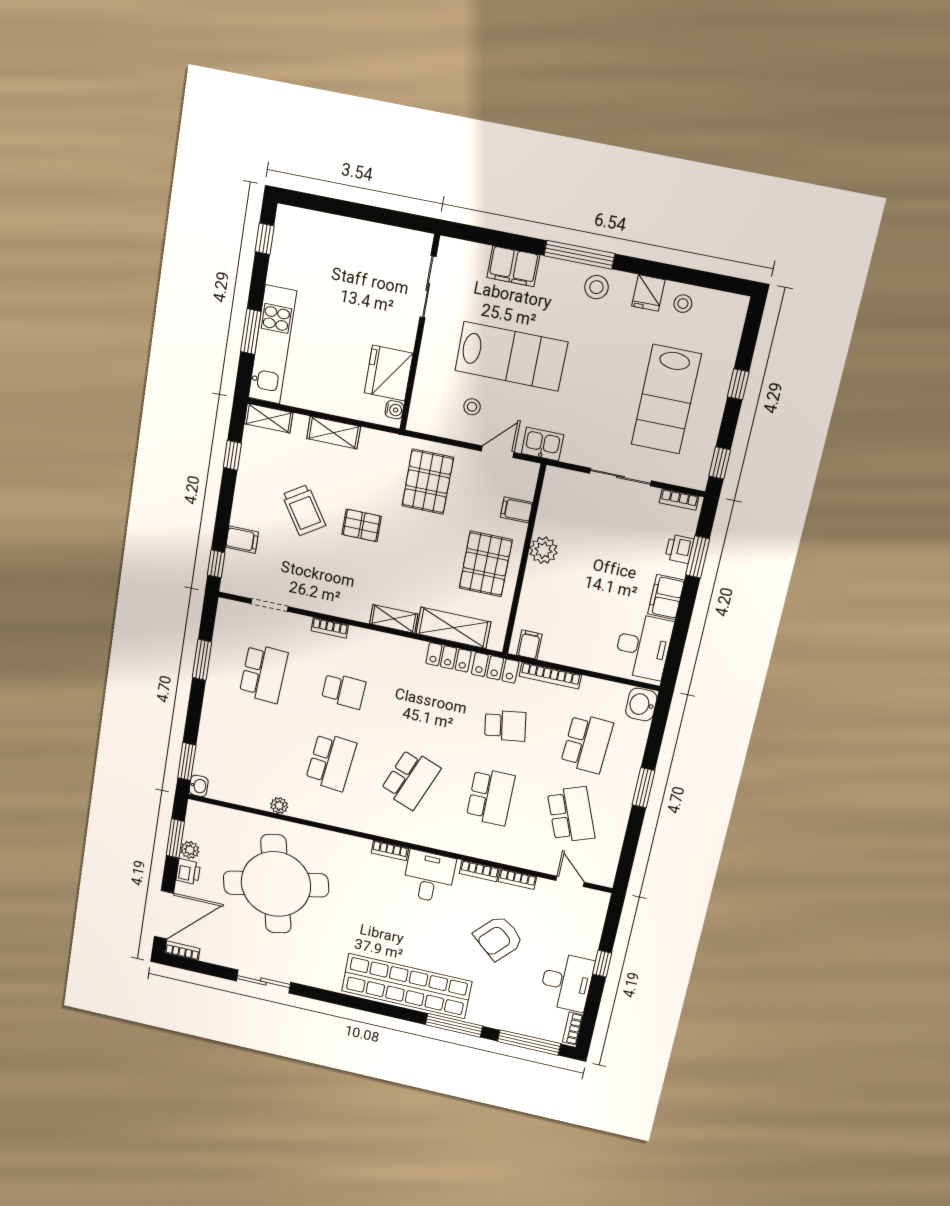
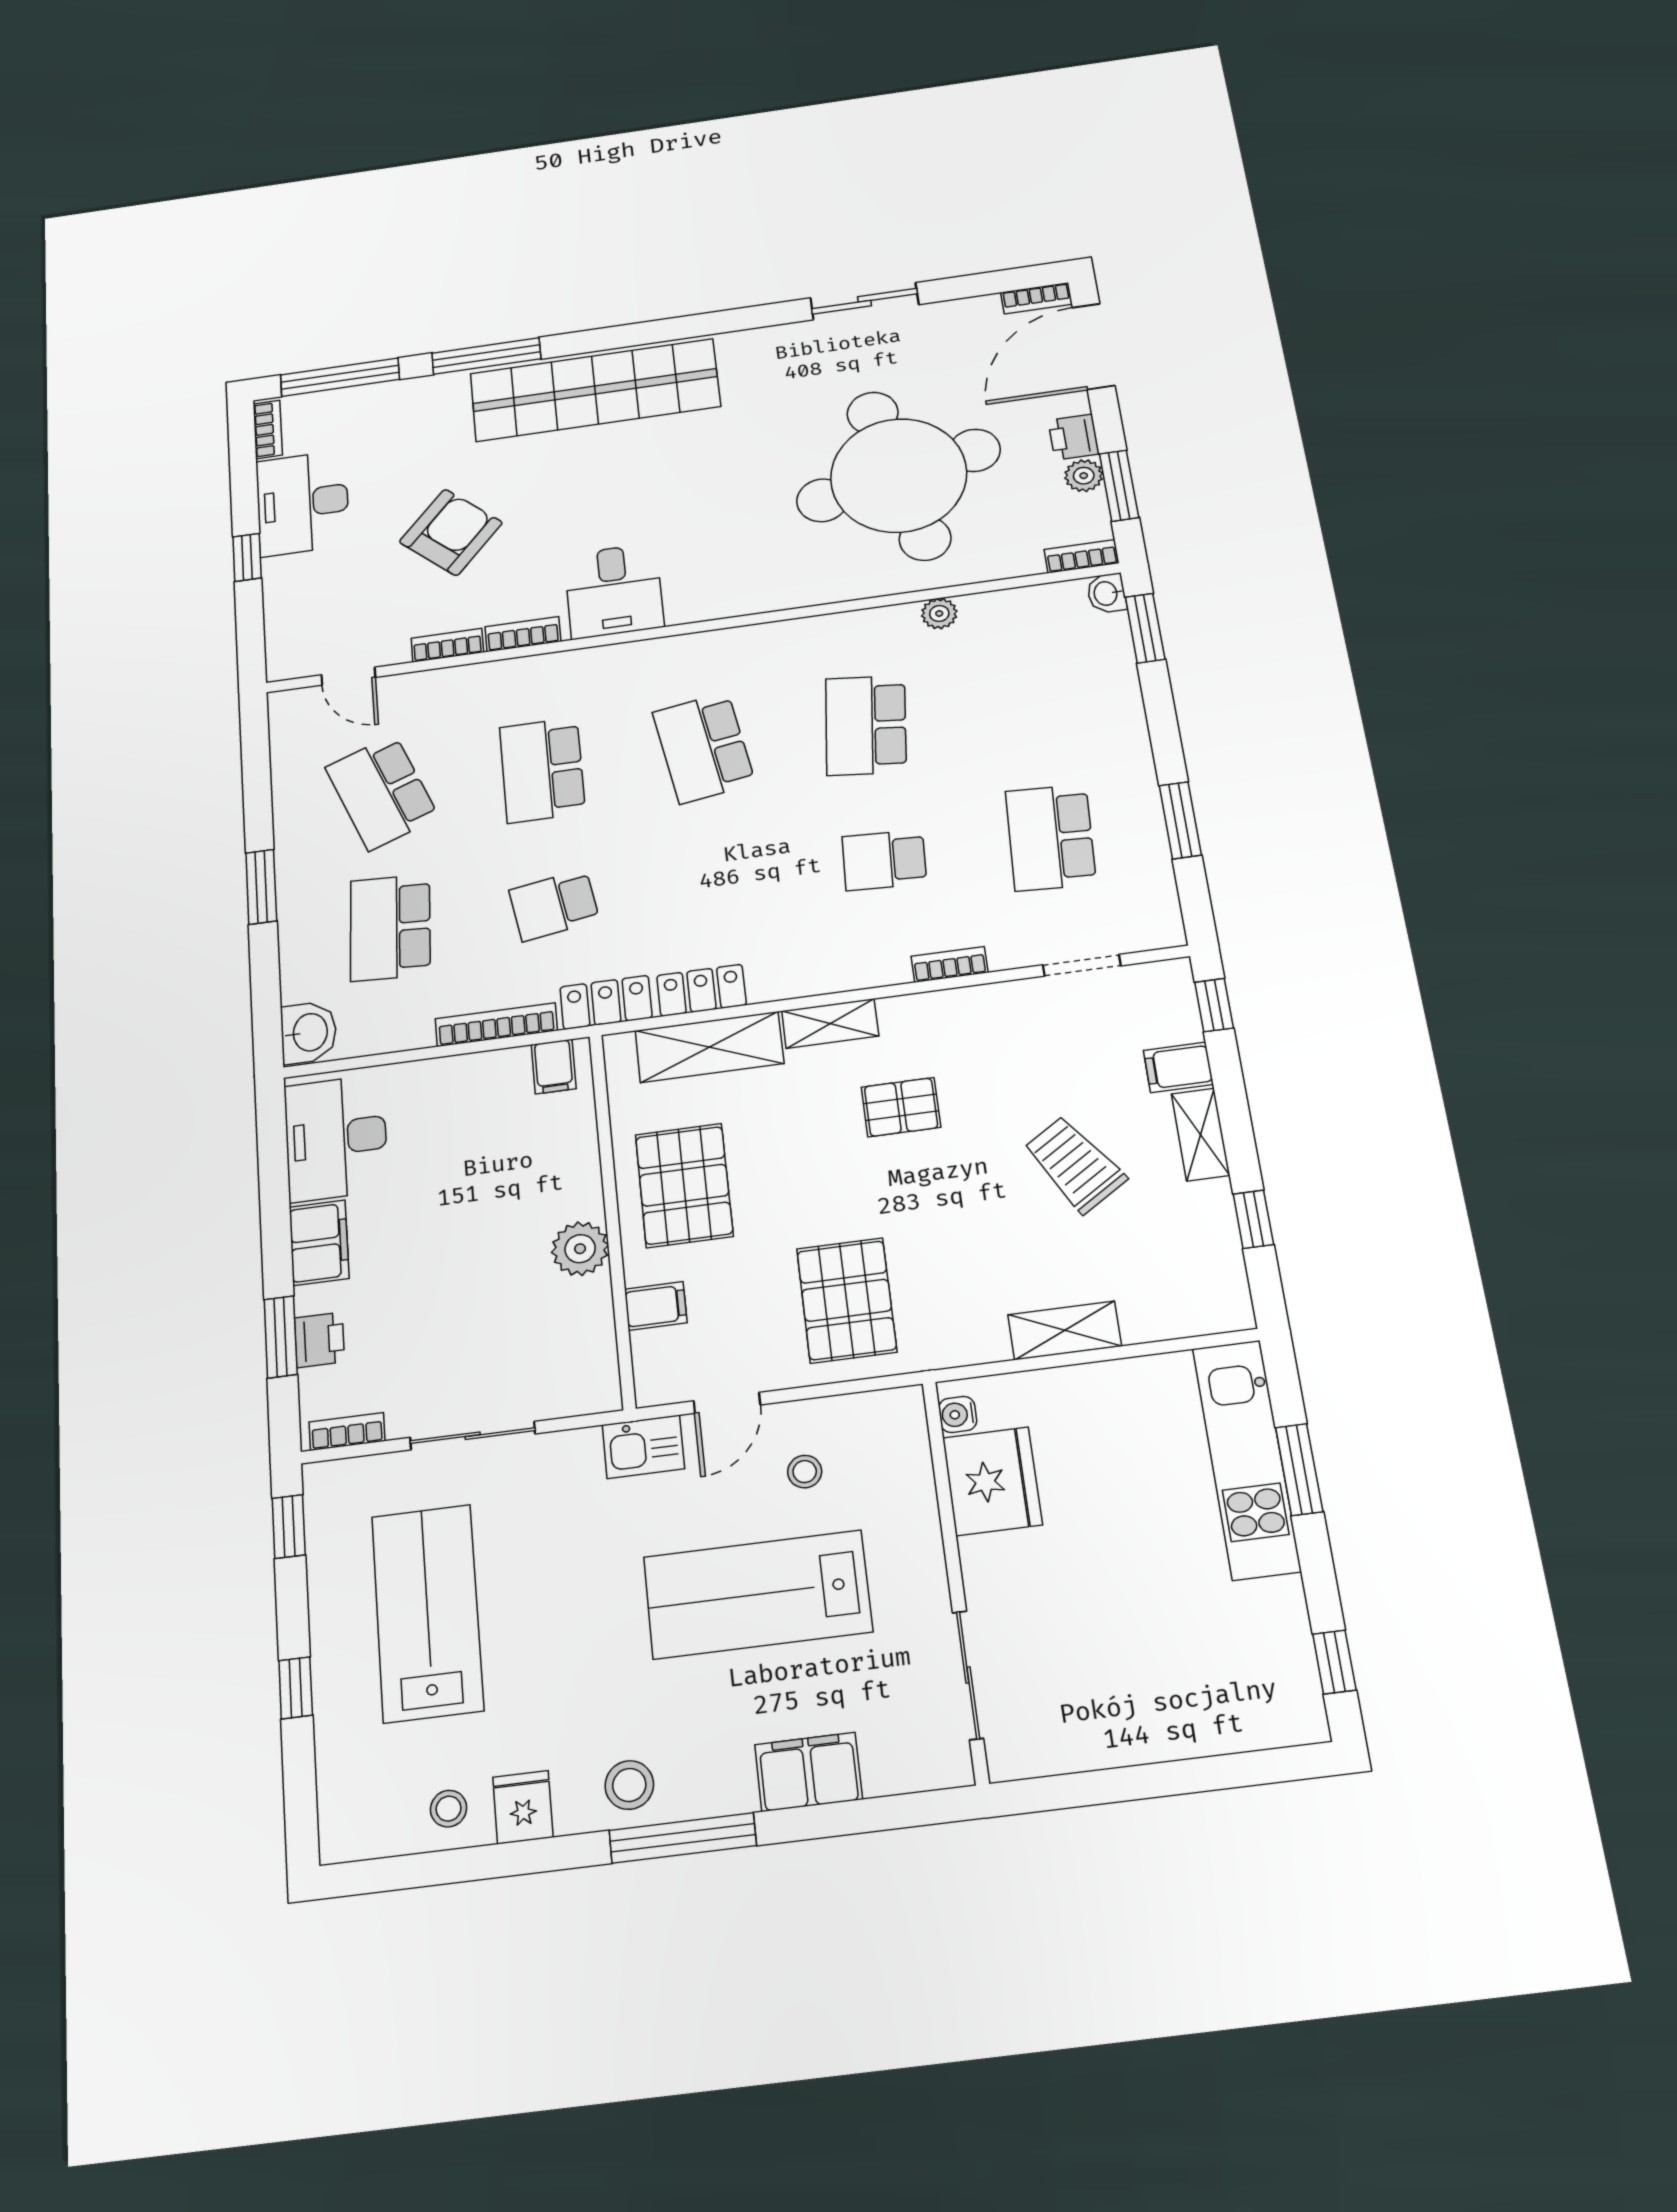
shelving: (269, 418) -> (1200, 1134), moved, turned 90
pallet: (362, 525) -> (901, 1107), moved
school desk: (411, 779) -> (704, 748), turned -30
bookcase: (390, 851) -> (1082, 556), moved

